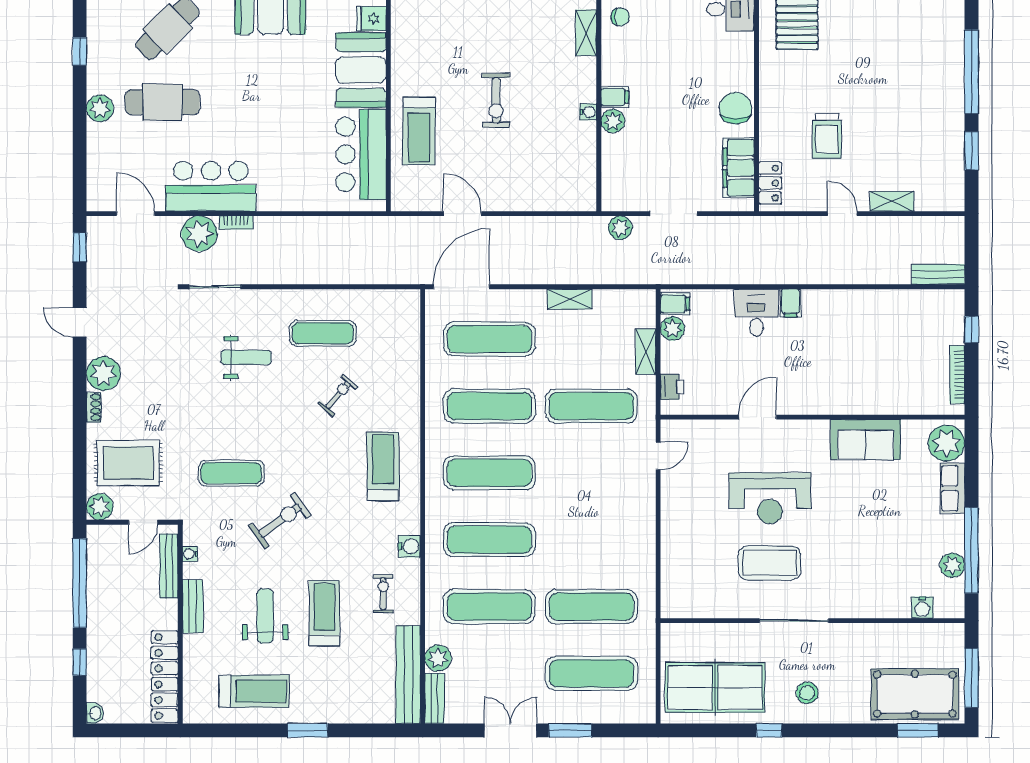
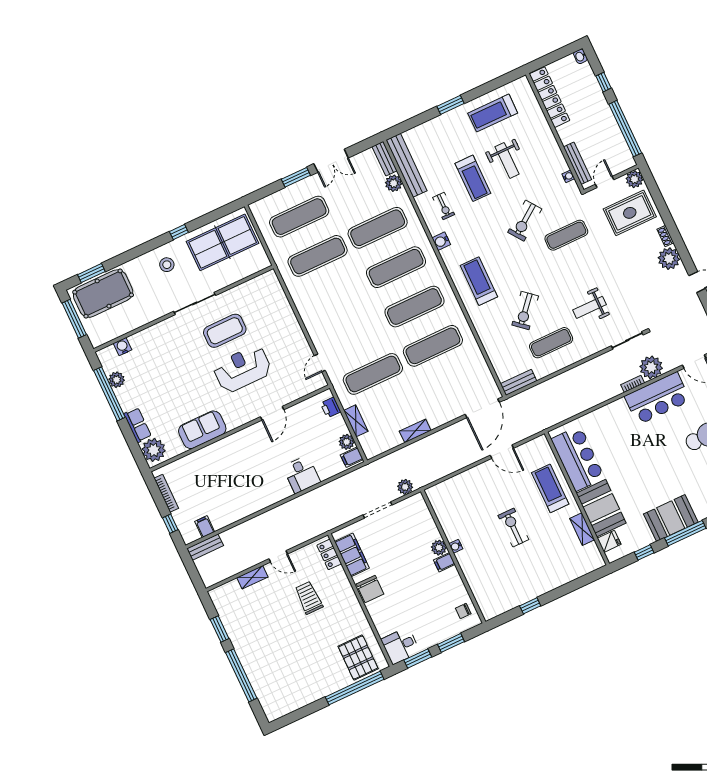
shelving: (586, 33) -> (582, 529), moved
filing cabinet: (791, 303) -> (205, 527), moved
exercise mat: (489, 339) -> (451, 385), removed
exercise bike: (338, 395) -> (525, 310), width x1.38, depth x1.39
treadmill: (383, 466) -> (479, 281), turned 180
bench: (193, 606) -> (519, 382), moved, turned 90

